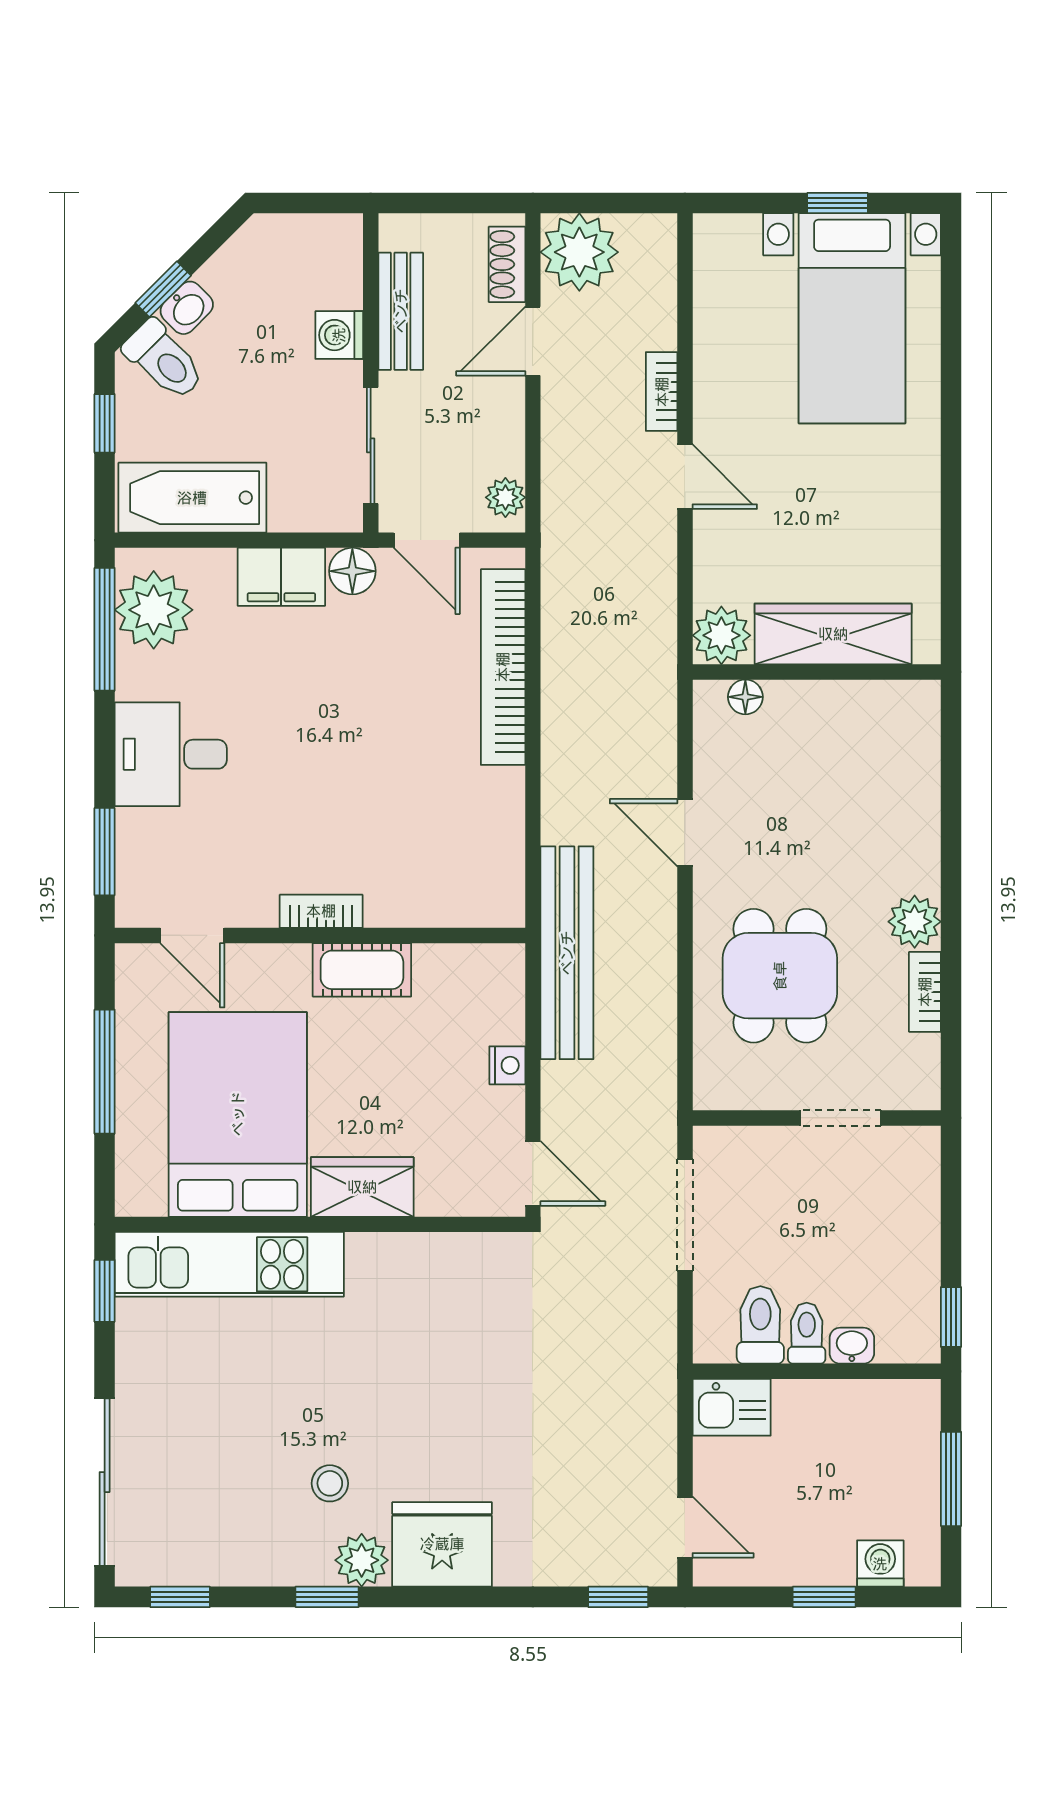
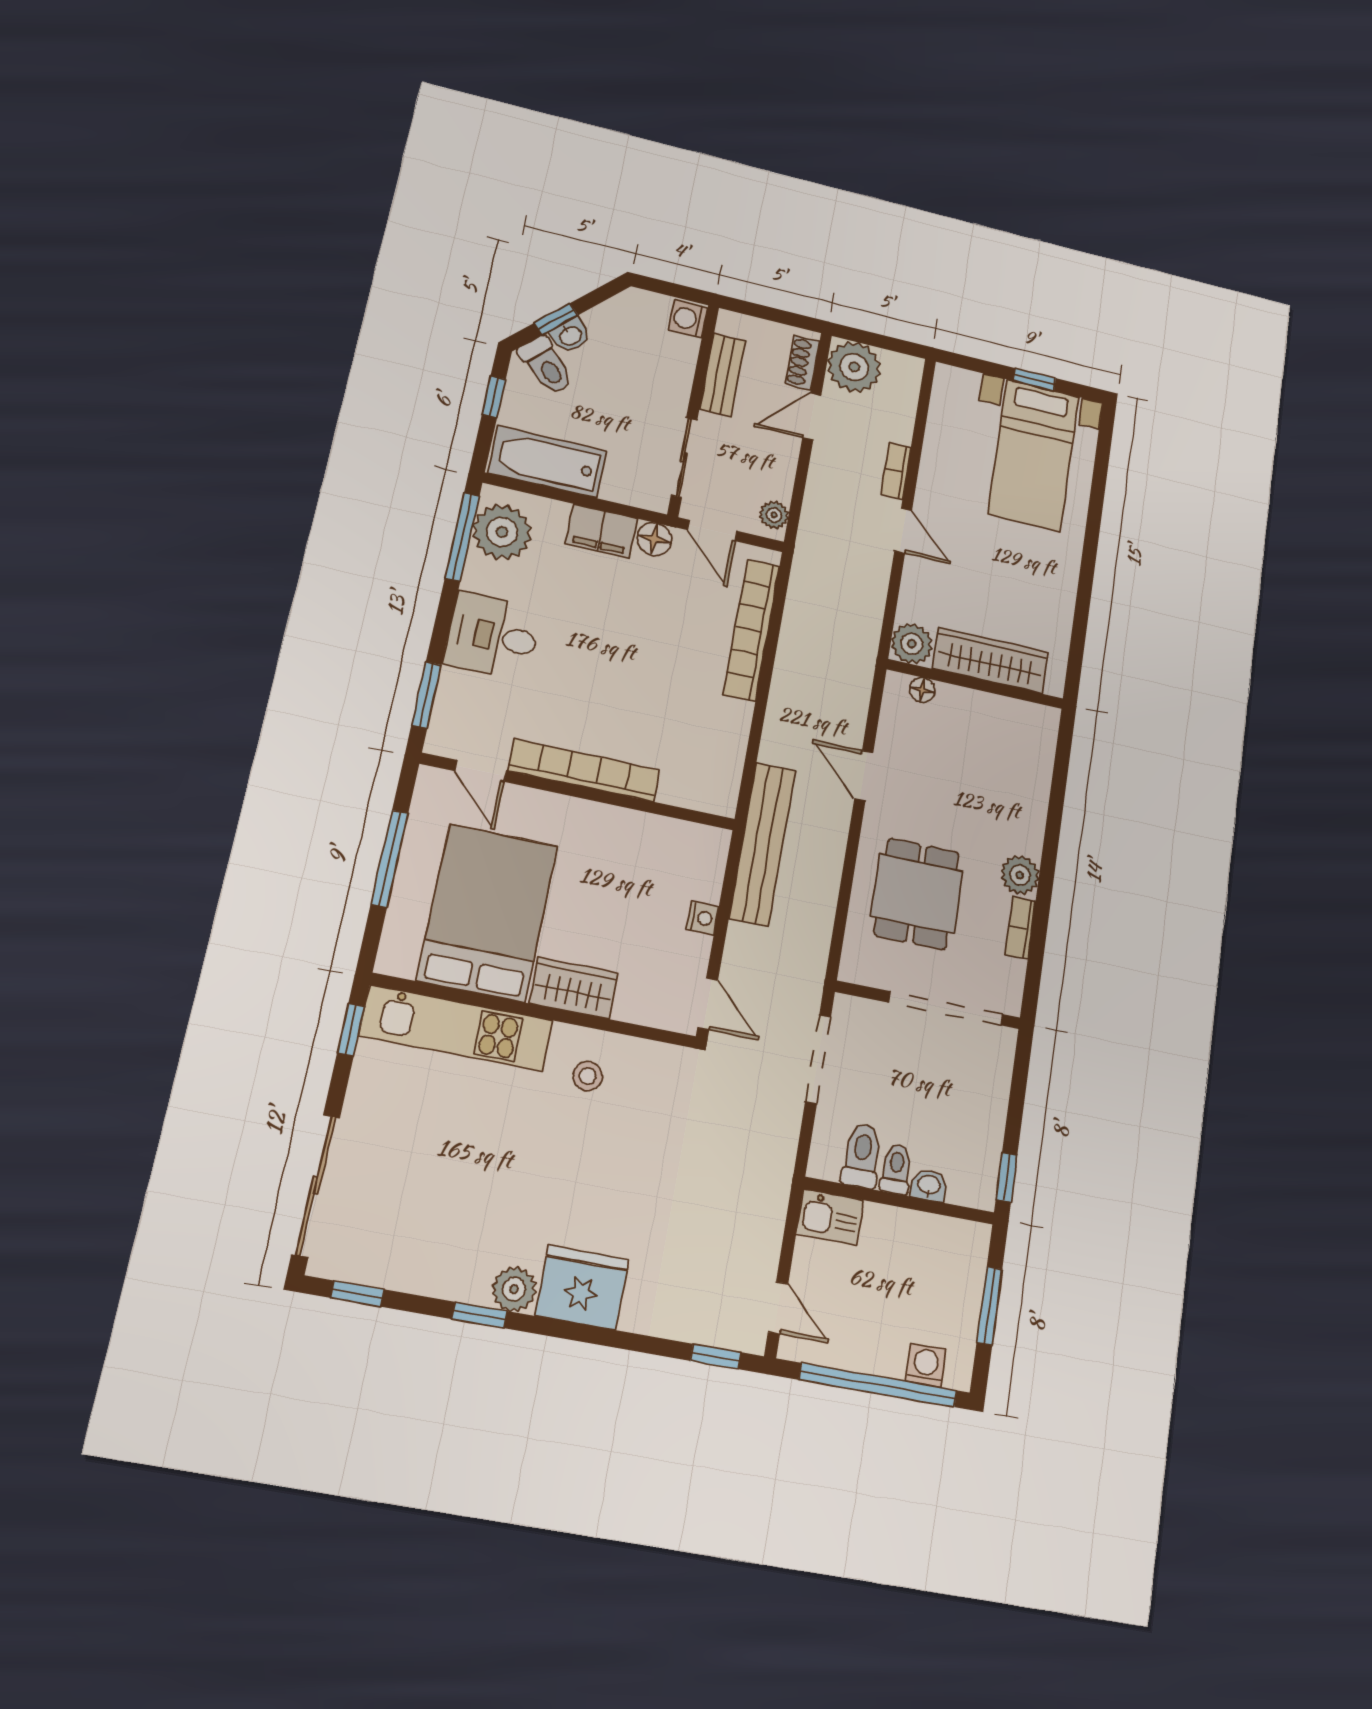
washing machine: (339, 335) -> (688, 319), moved
bookcase: (321, 911) -> (584, 770), width x2.31, depth x1.31
cot: (362, 970) -> (606, 824), removed
doorway: (841, 1118) -> (946, 1008), width x1.87
stool: (330, 1483) -> (588, 1076), moved
window: (824, 1597) -> (878, 1385), width x3.17

